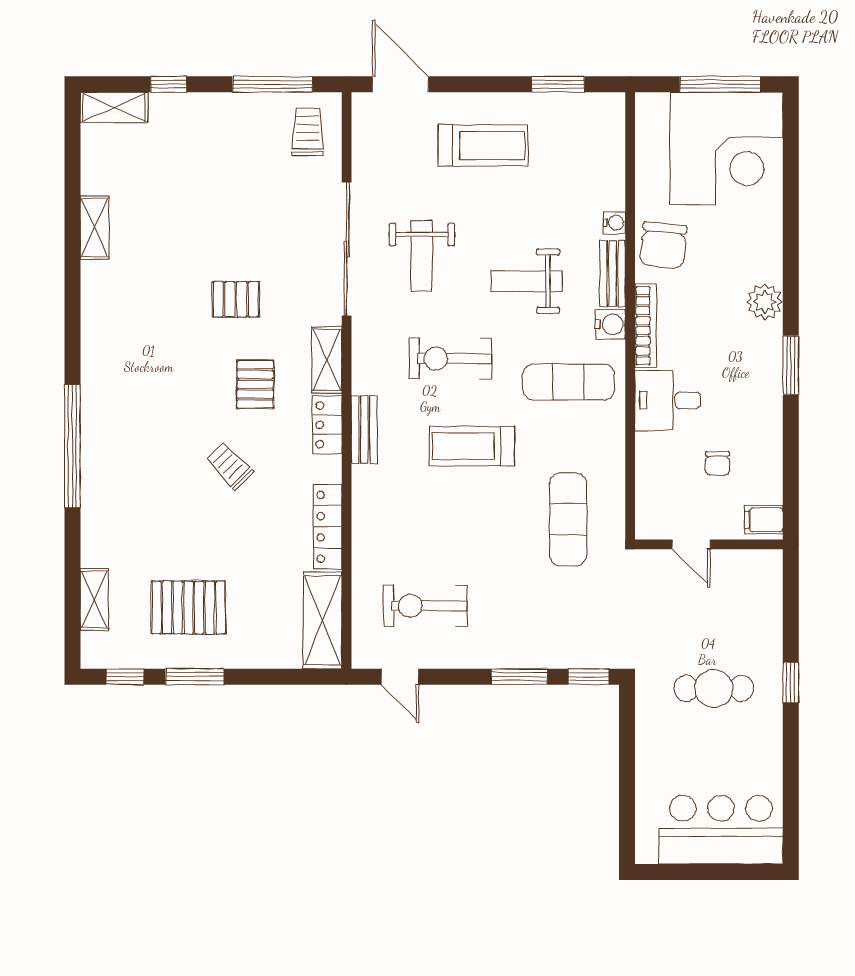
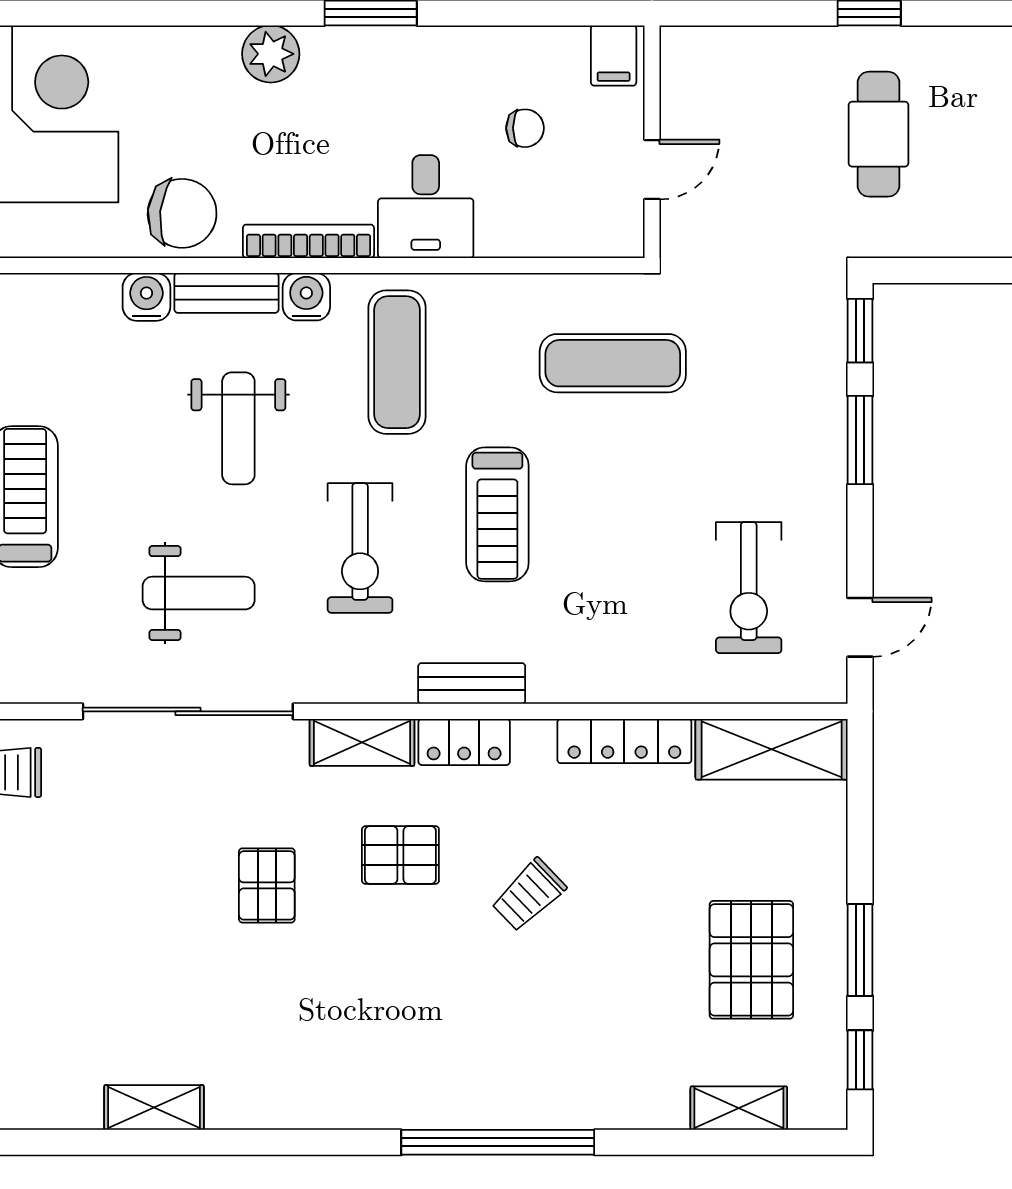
water cooler: (614, 223) -> (146, 297), width x1.38, depth x1.38

